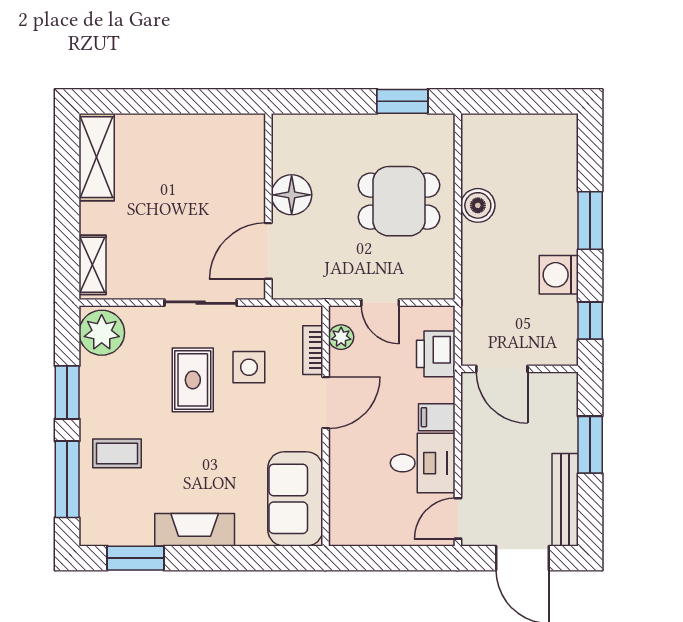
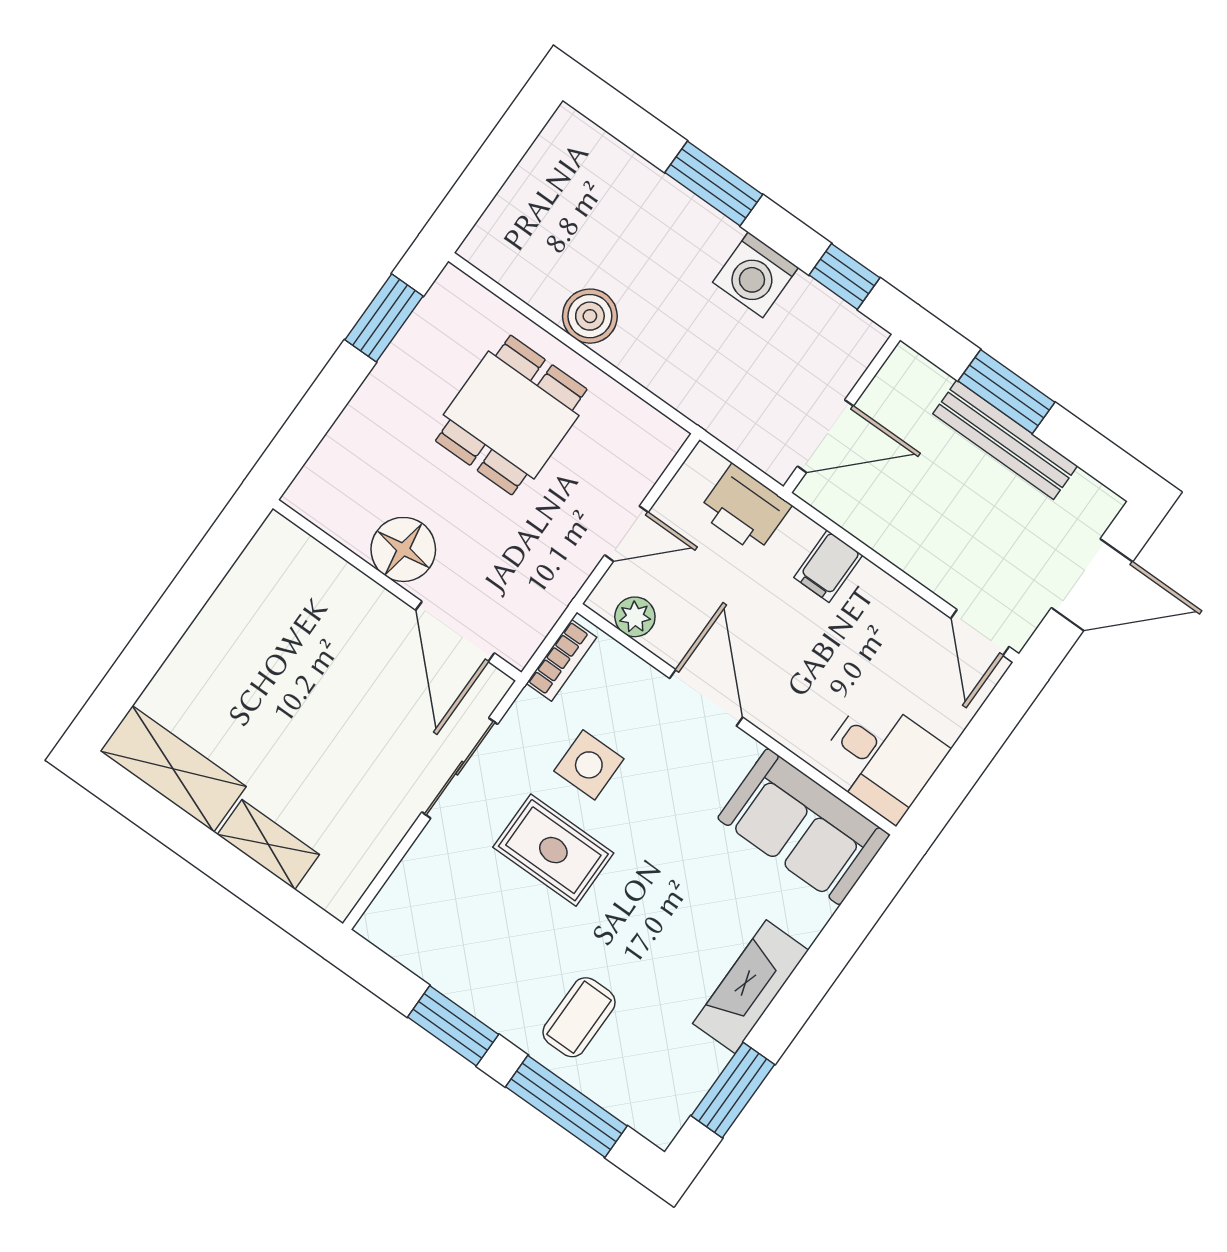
shelving: (93, 265) -> (268, 845), moved
plant: (102, 333) -> (407, 925), removed
bookcase: (313, 350) -> (561, 660), moved, turned -90
desk: (423, 463) -> (882, 758), moved, turned 90
bench: (565, 500) -> (1005, 440), moved

